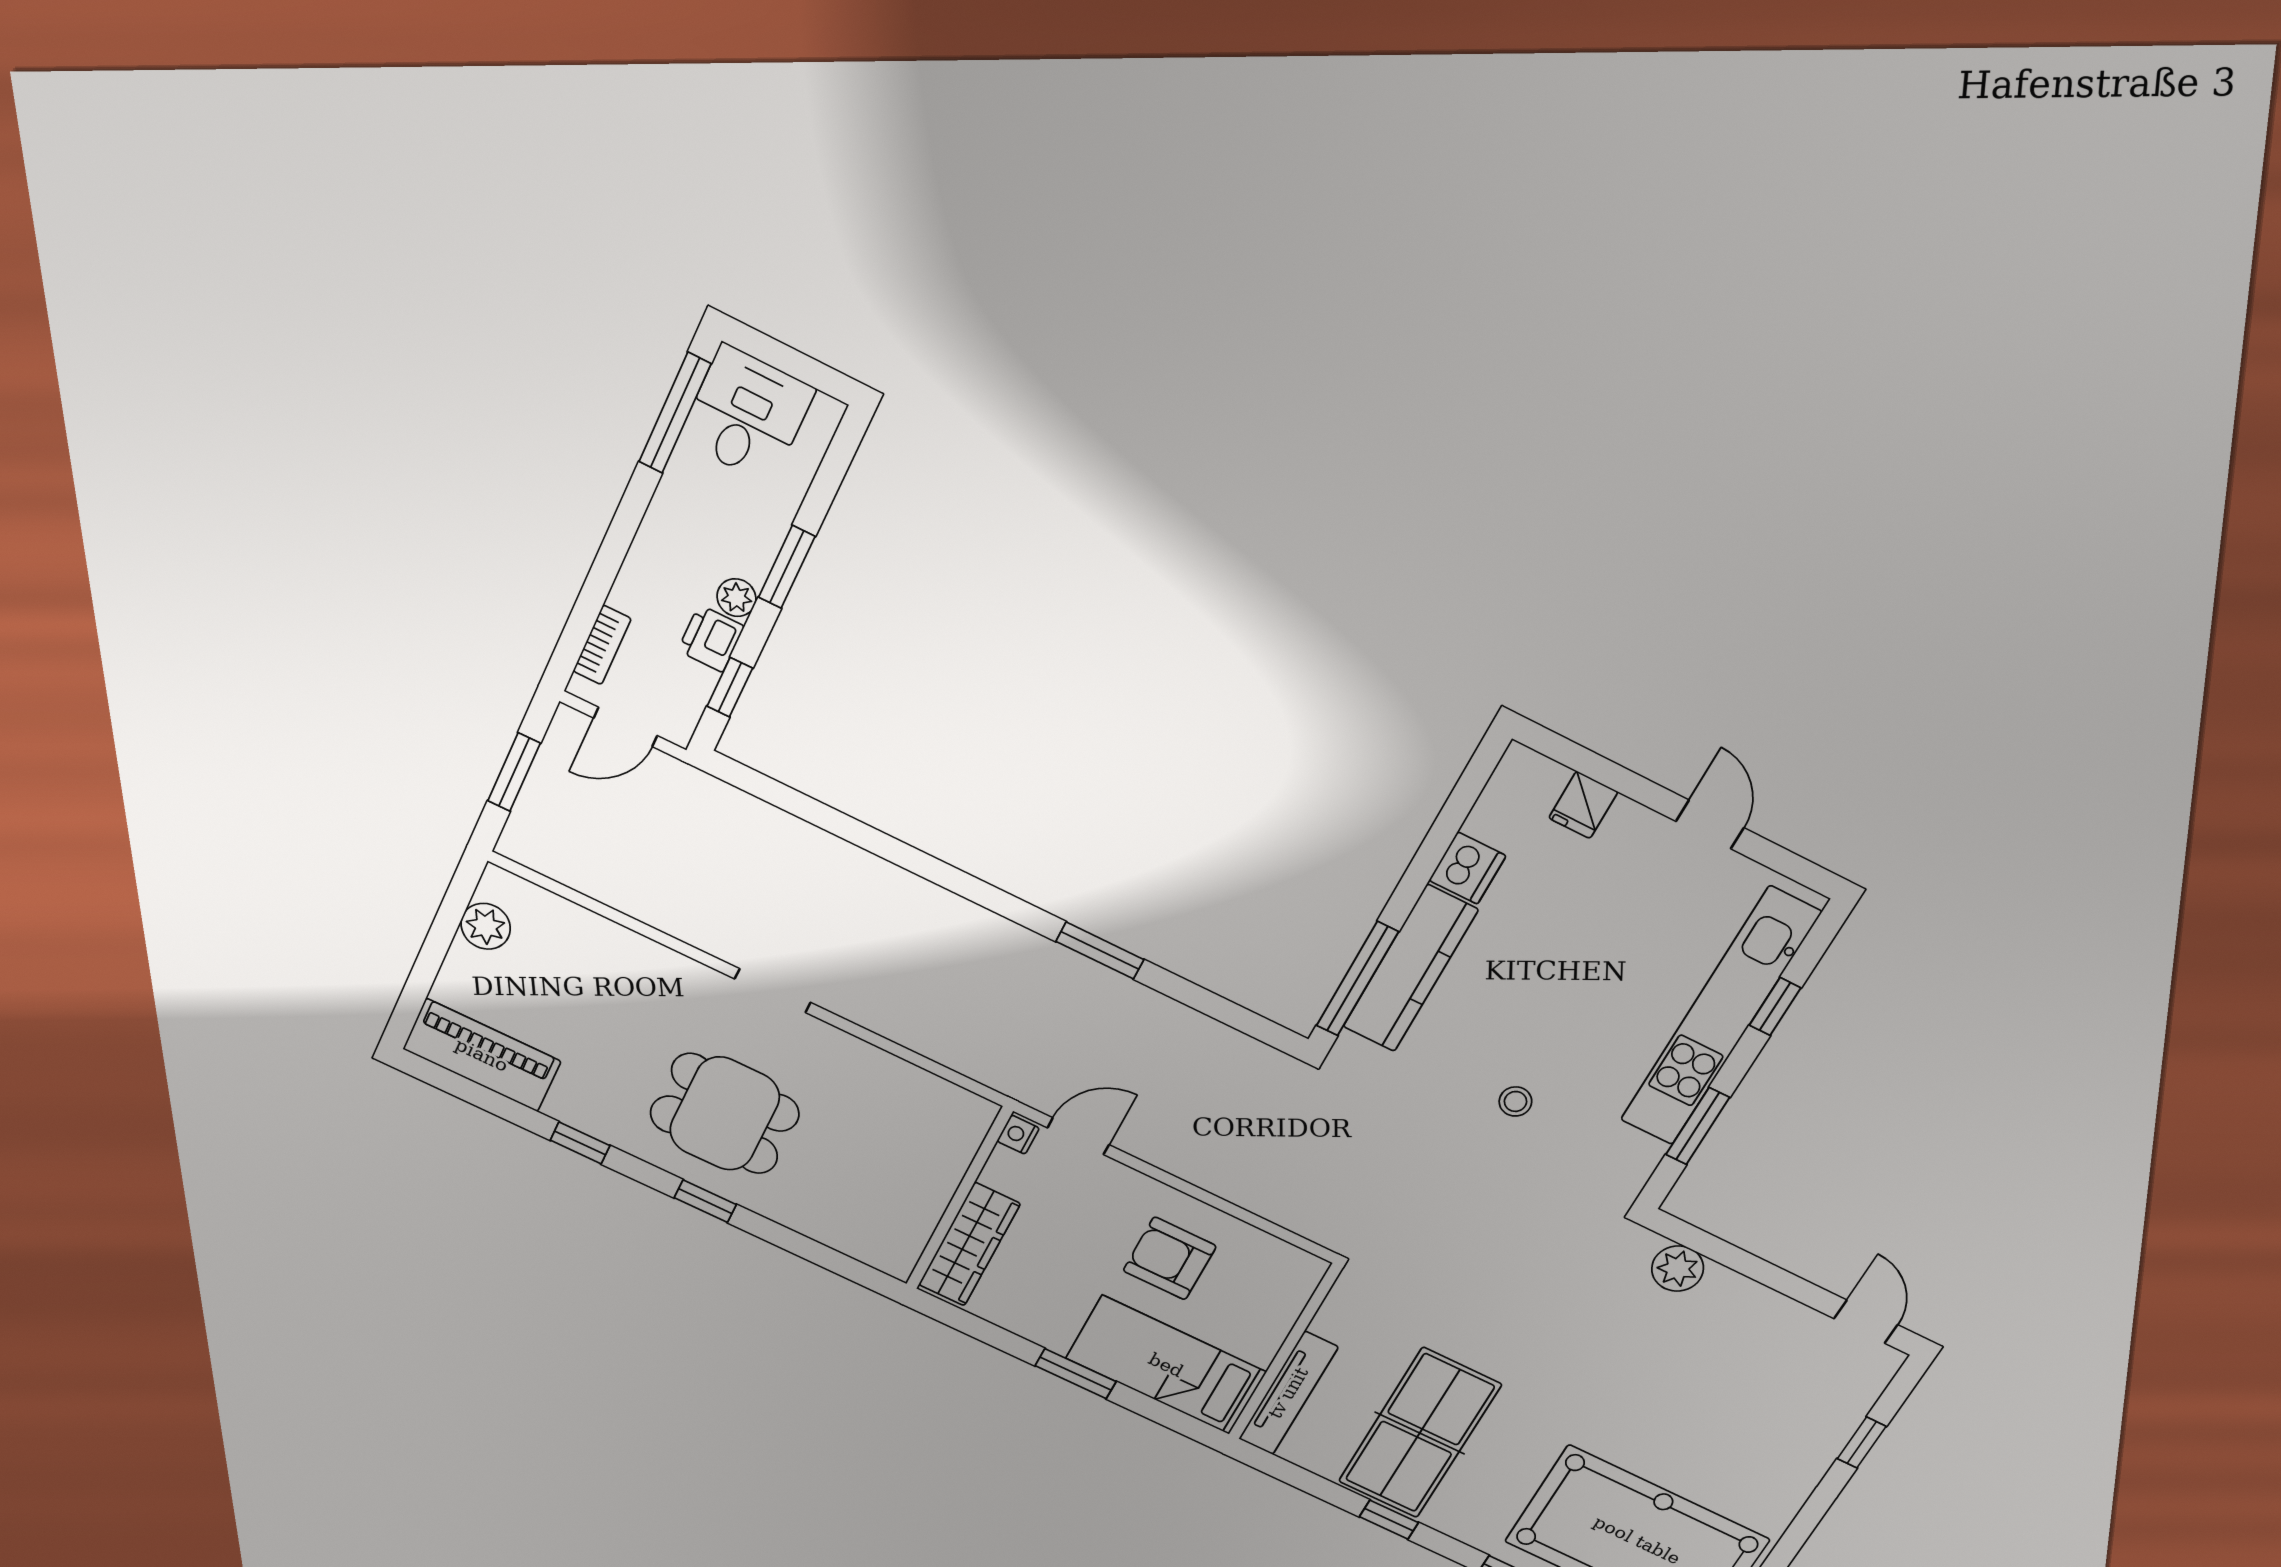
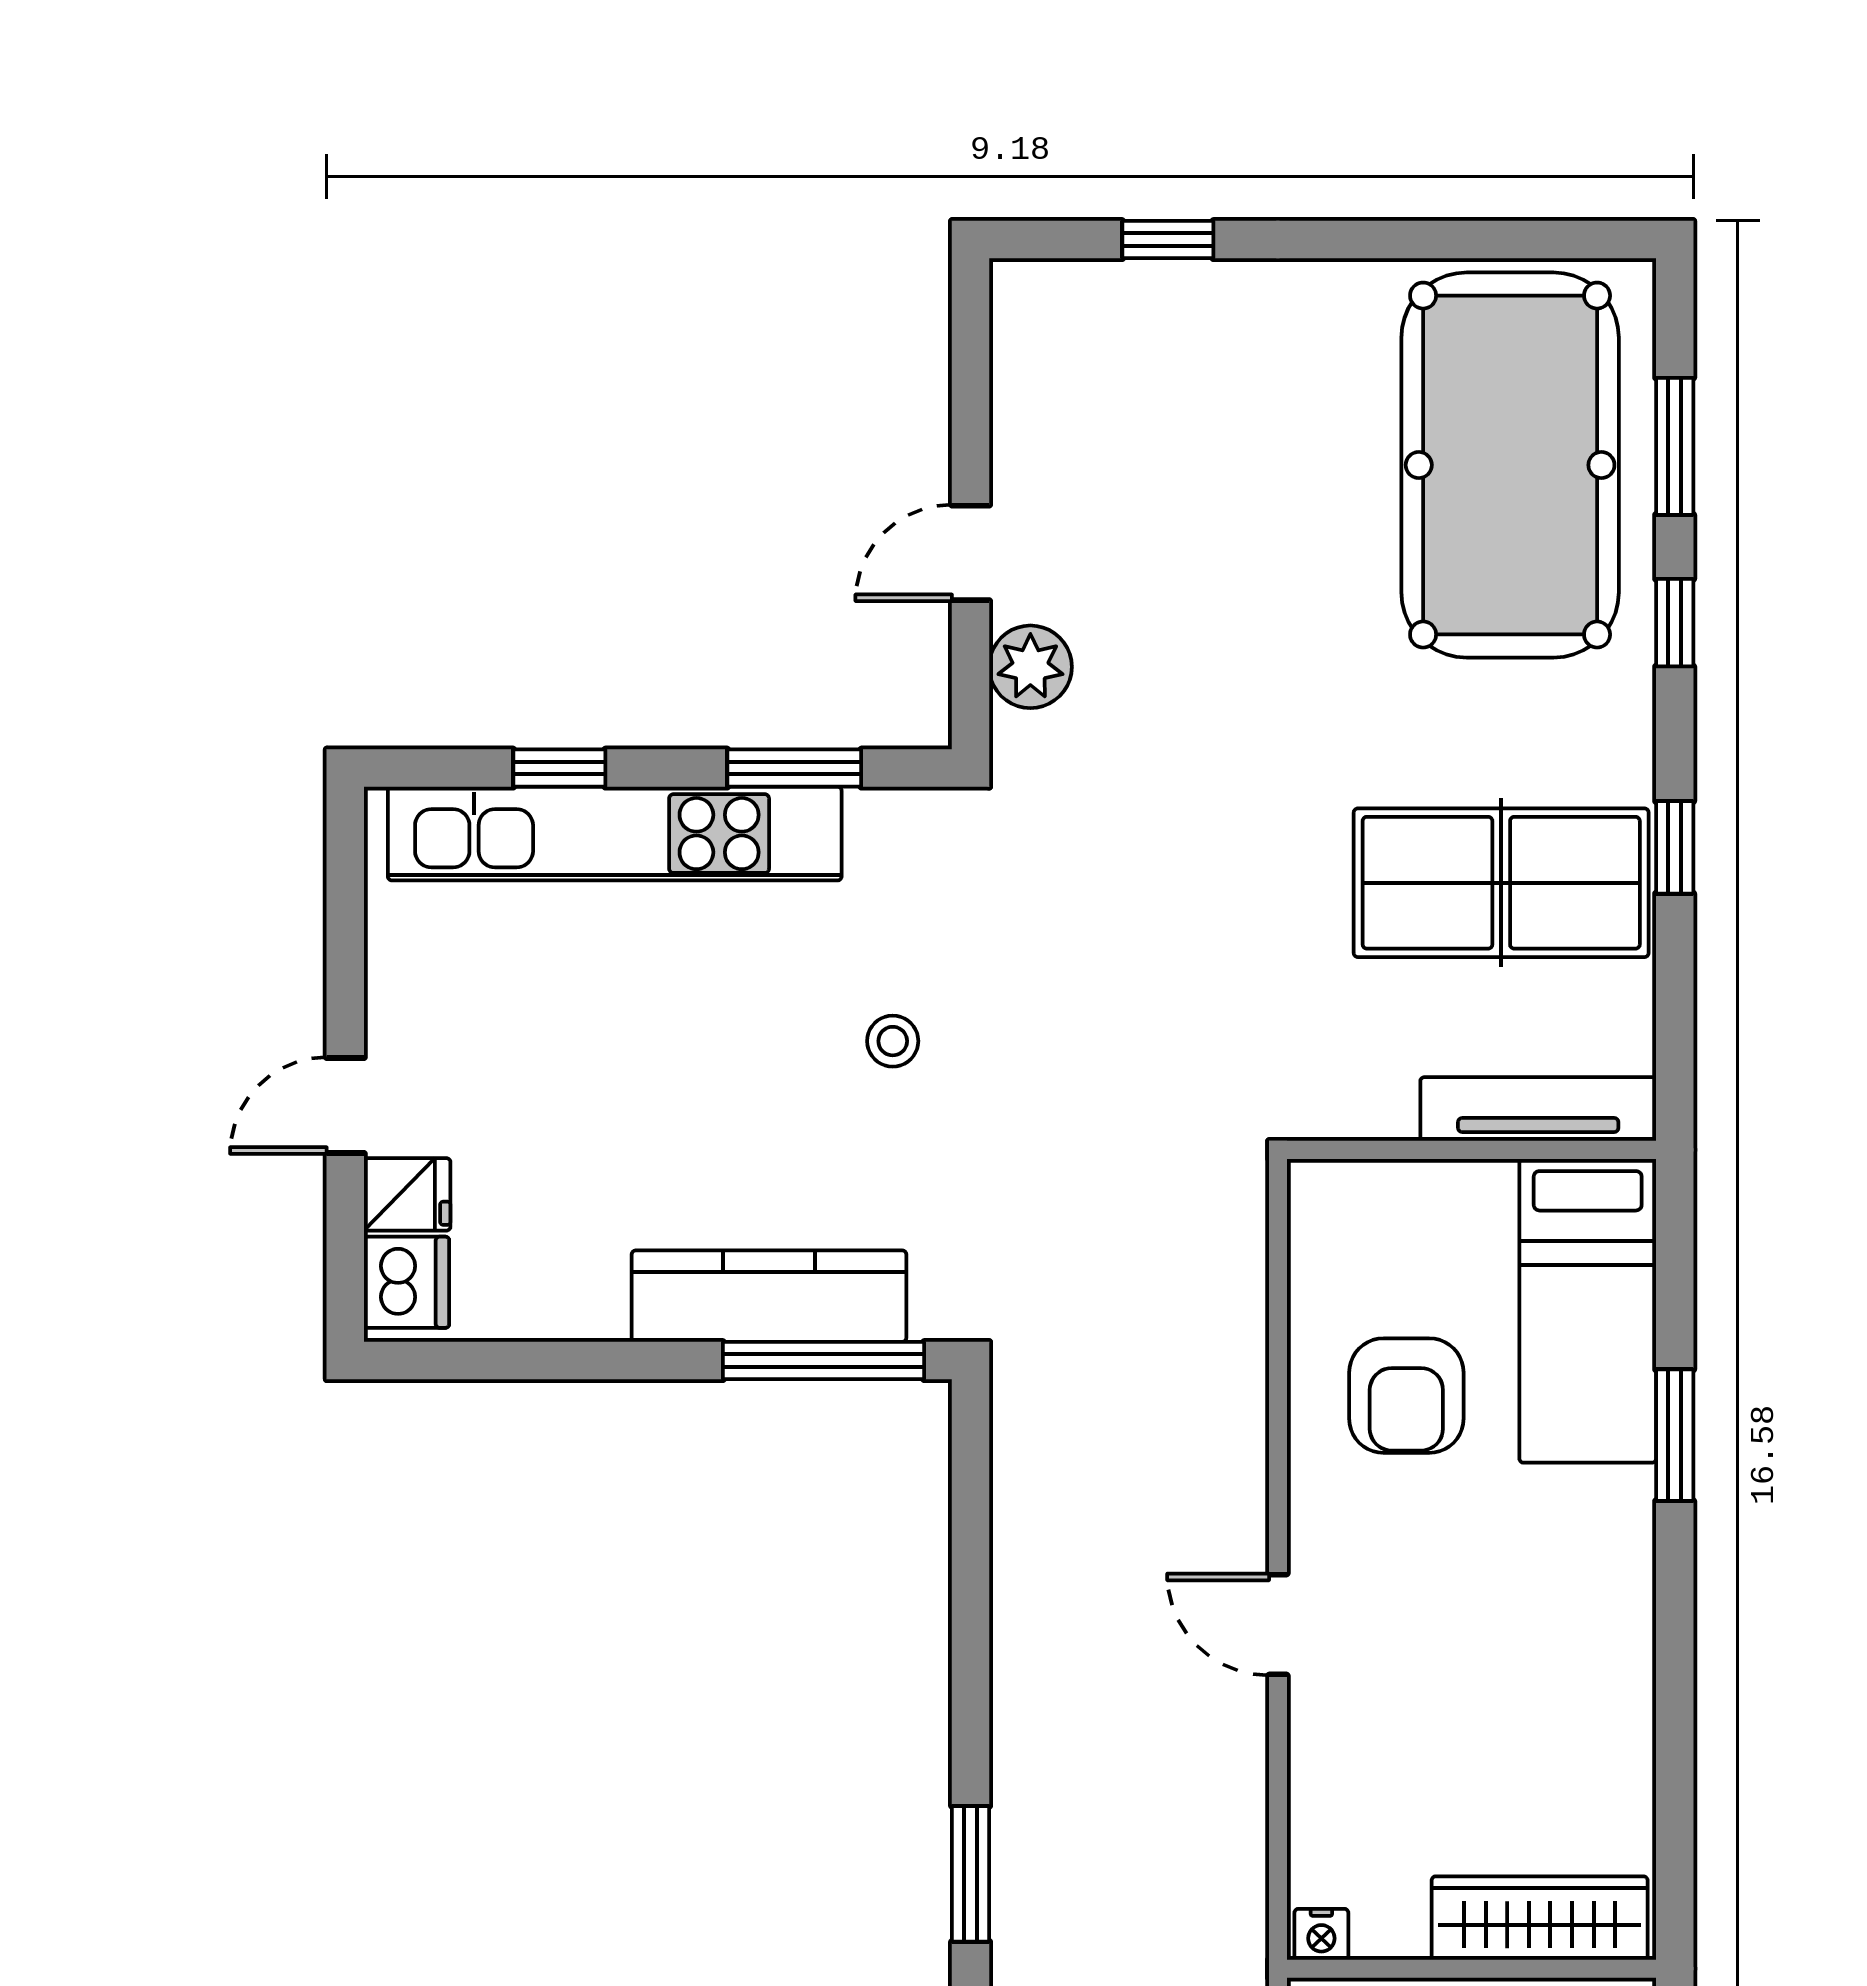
door: (1710, 824) -> (345, 1106), moved
dishwasher: (1467, 868) -> (407, 1282), moved, turned 90
window: (1100, 950) -> (971, 1874), moved
nightstand: (1018, 1135) -> (1321, 1934), moved
wall: (959, 1199) -> (1471, 1969), moved
wardrobe: (969, 1244) -> (1540, 1918), moved
door: (1866, 1322) -> (971, 553), moved

